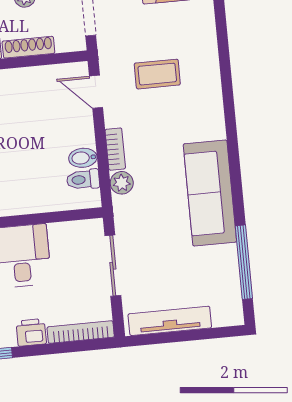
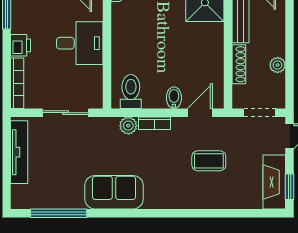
coffee table: (157, 74) -> (209, 161), turned 90
bidet: (83, 158) -> (174, 98), moved
toilet: (83, 180) -> (131, 91), width x1.37, depth x1.39
sofa: (210, 193) -> (114, 192), width x0.73

